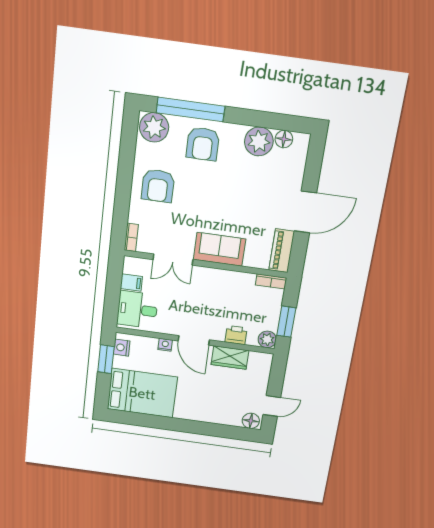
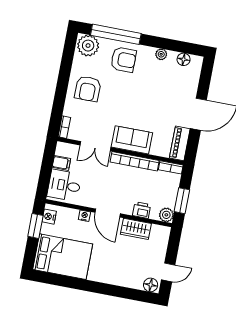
plant: (259, 141) -> (161, 54), width x0.53, depth x0.53
armchair: (203, 144) -> (123, 60), turned -90
bookcase: (224, 276) -> (135, 161), added

